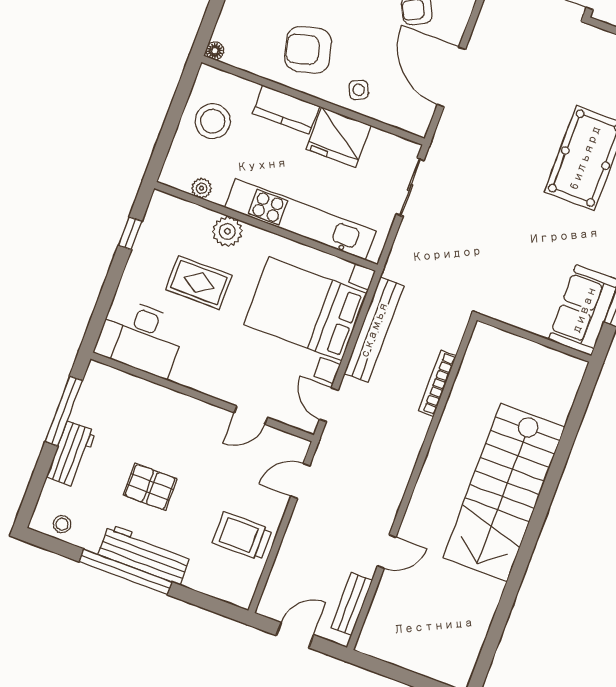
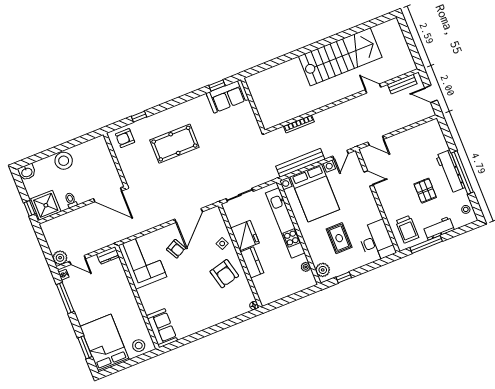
stool: (213, 121) -> (279, 284), removed
plant: (227, 231) -> (323, 270), moved
stairs: (504, 492) -> (340, 57), moved
trolley: (242, 536) -> (407, 229), moved

